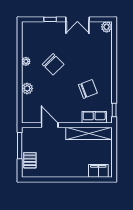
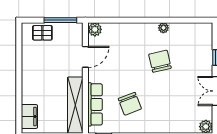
chair: (53, 64) -> (160, 61), turned 122
plant: (27, 88) -> (95, 29), moved
row of seats: (94, 117) -> (95, 104), width x1.48

